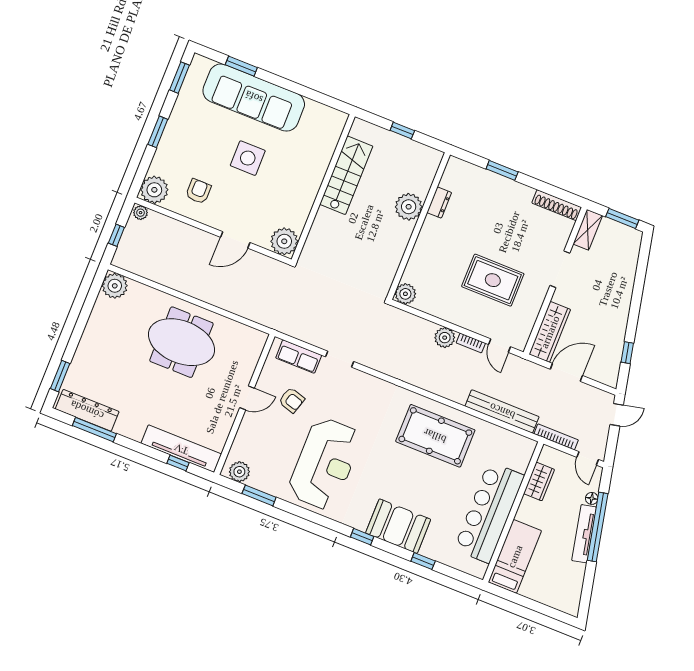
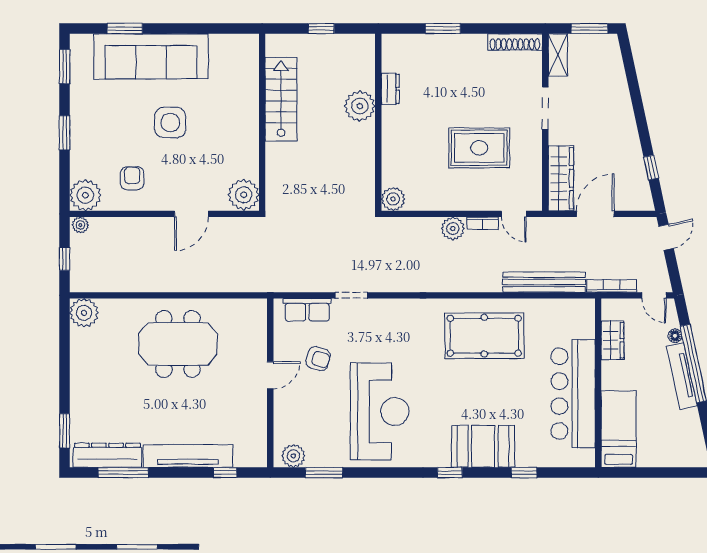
tv unit: (181, 449) -> (188, 456), moved

